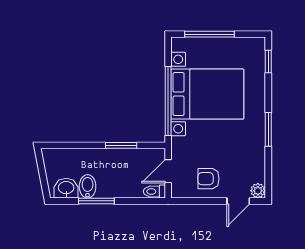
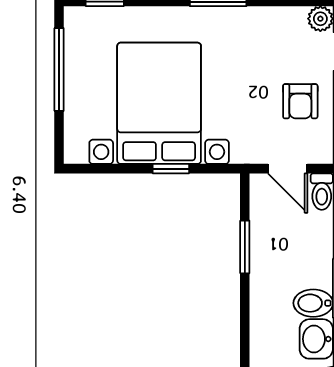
window: (210, 34) -> (59, 69), moved
window: (168, 101) -> (171, 169), width x0.32

